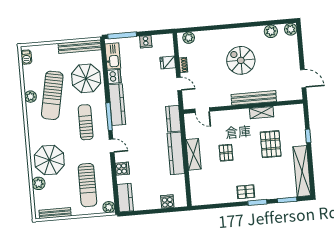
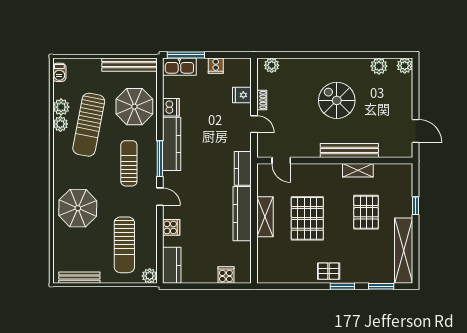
kitchen sink: (113, 56) -> (179, 67), moved, turned 90
pallet: (226, 153) -> (307, 218), width x2.05, depth x2.00
plant: (38, 183) -> (61, 107), moved

